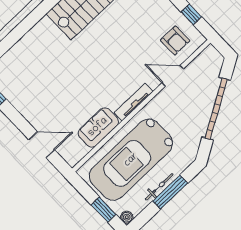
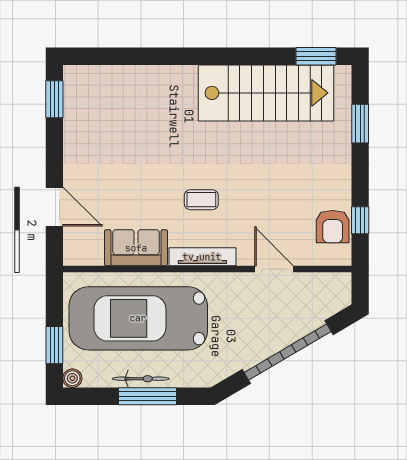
armchair: (175, 40) -> (333, 227), moved
coffee table: (108, 76) -> (201, 200), added

